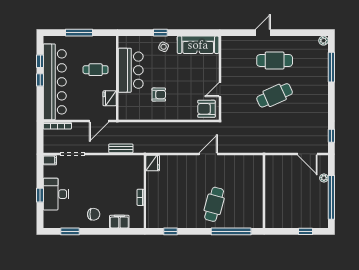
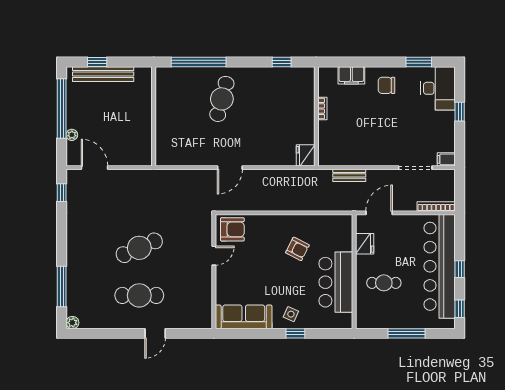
window: (40, 61) -> (460, 309), moved
armchair: (159, 95) -> (297, 249), turned -153
desk: (56, 194) -> (438, 88), moved
bench: (301, 222) -> (103, 74), added

